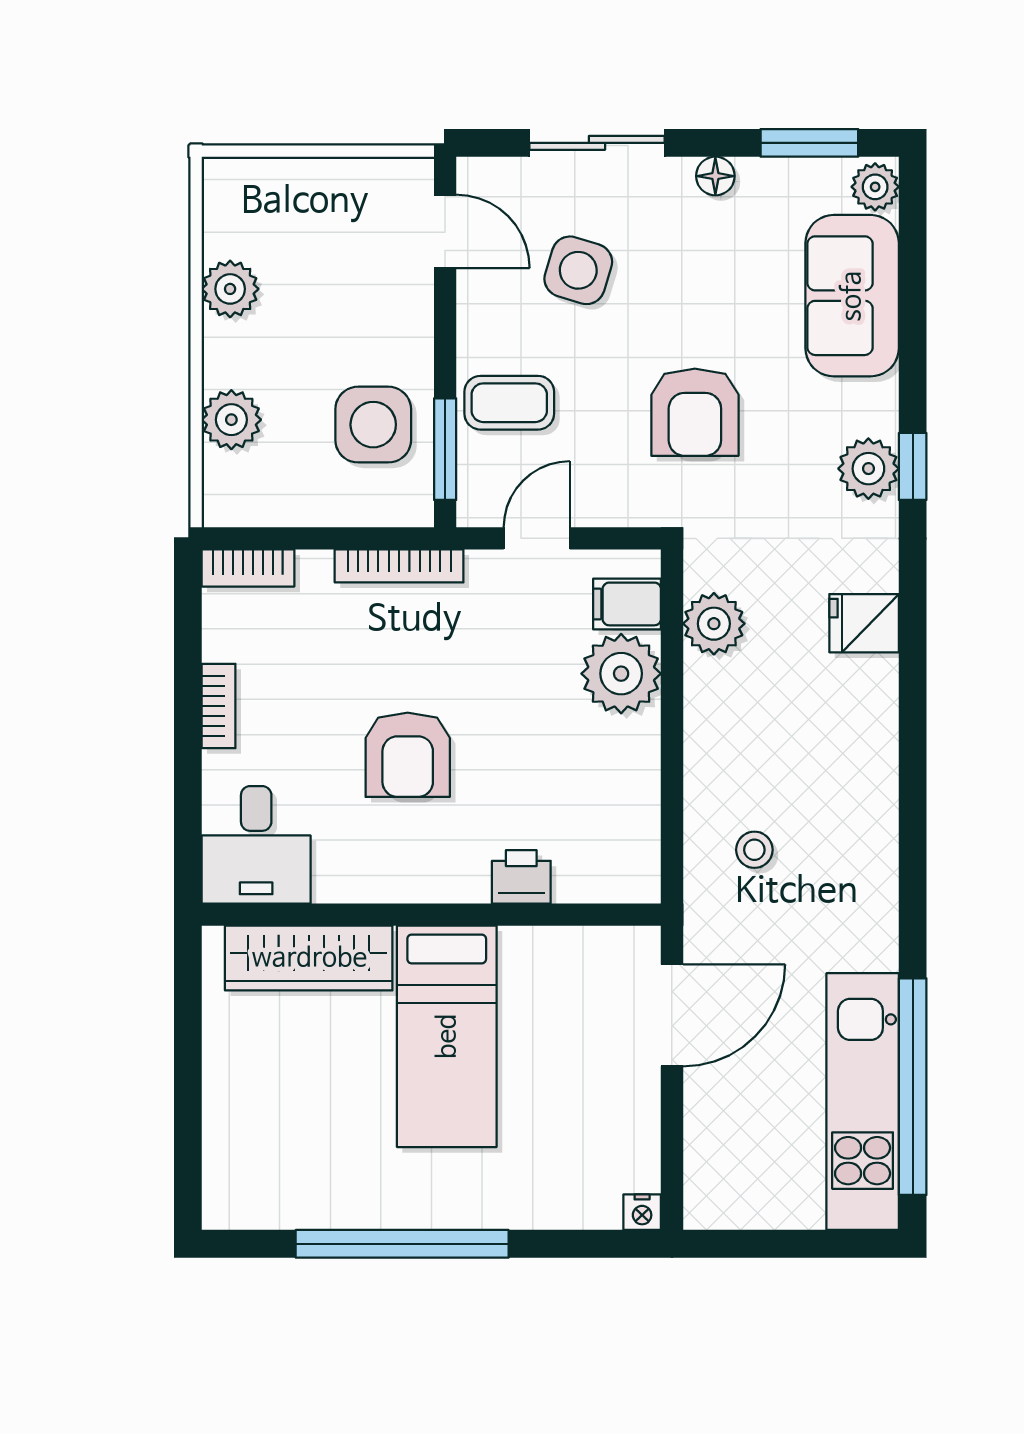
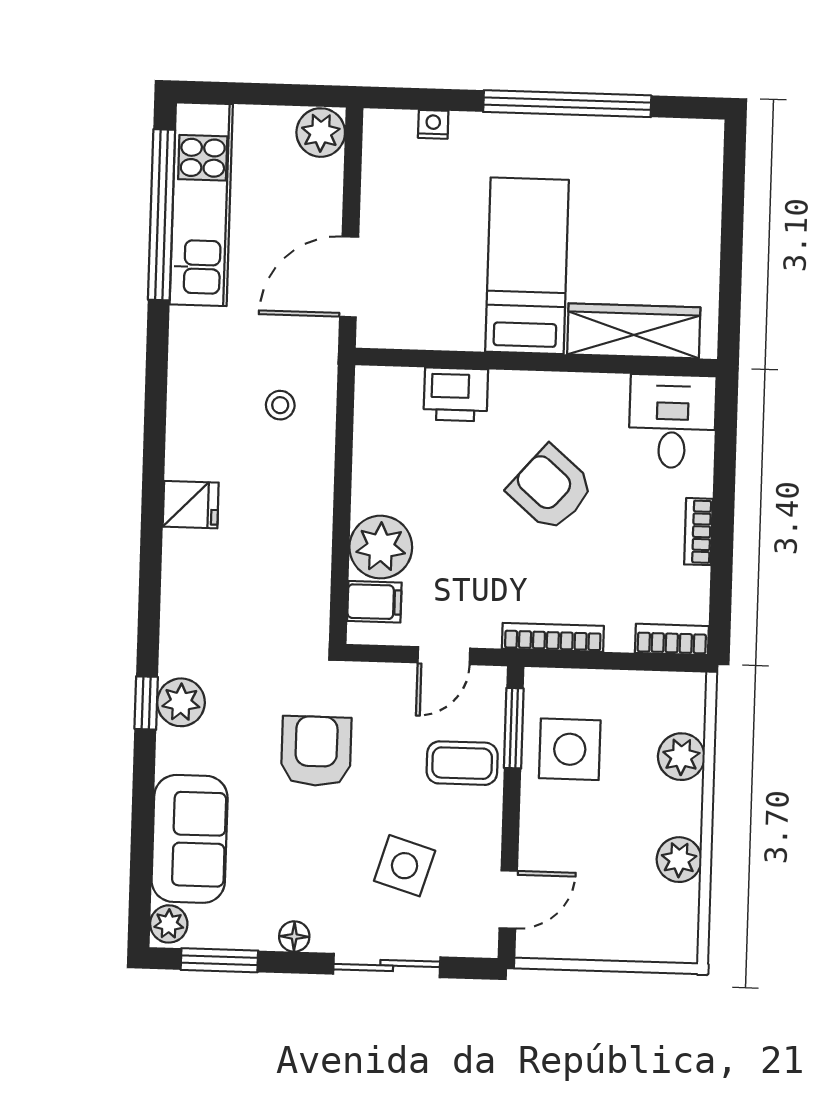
door: (445, 231) -> (508, 900), swing flipped
fridge: (864, 623) -> (191, 505), moved
plant: (714, 624) -> (321, 133), moved
armchair: (408, 755) -> (551, 488), turned -49
printer: (521, 877) -> (456, 394), width x1.36, depth x1.24
nightstand: (642, 1212) -> (433, 124), moved

